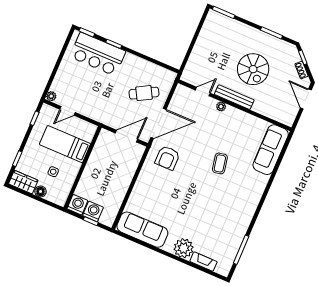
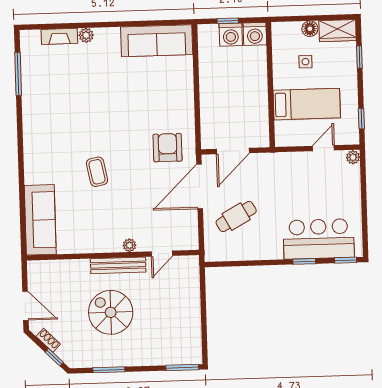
plant: (184, 248) -> (86, 35), width x0.53, depth x0.53

